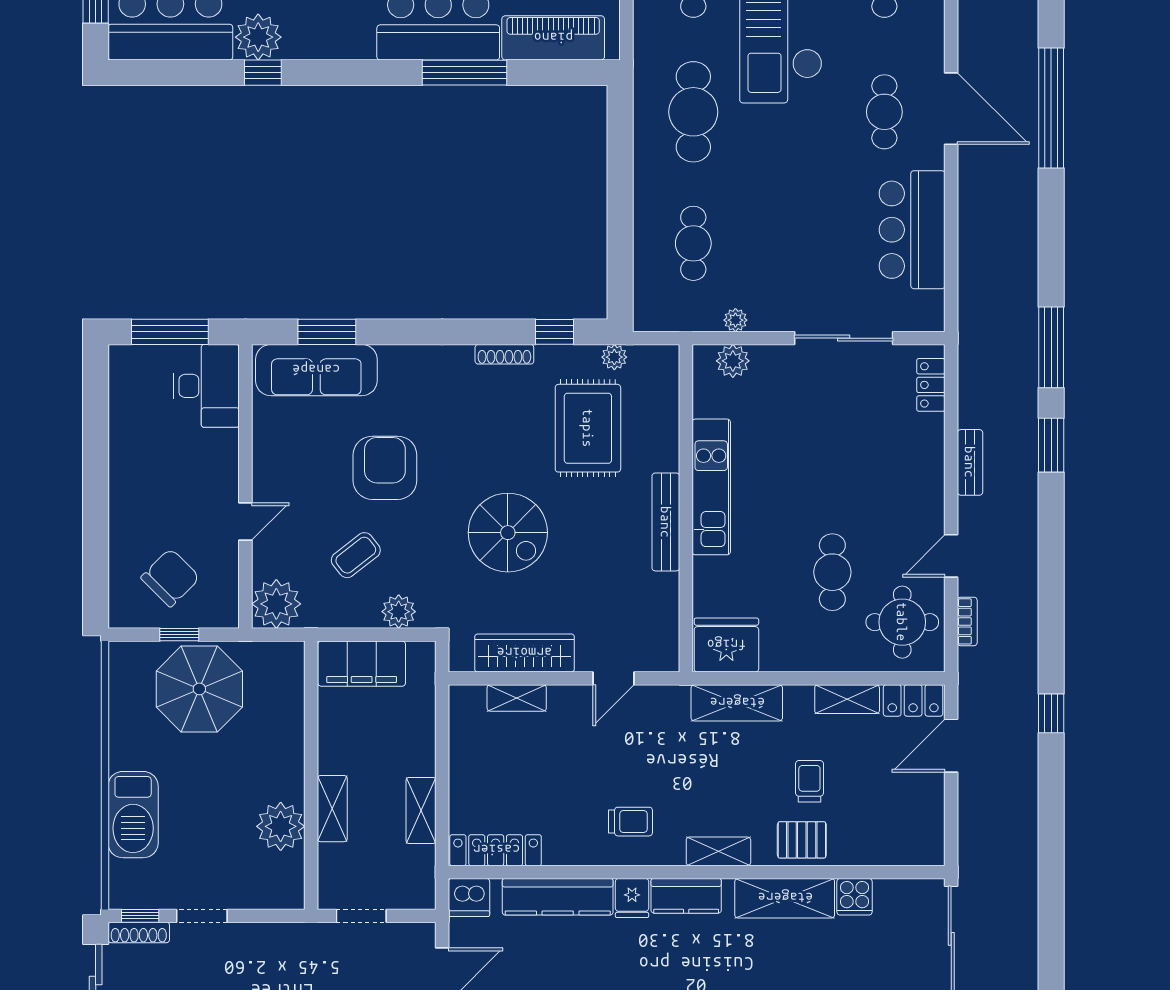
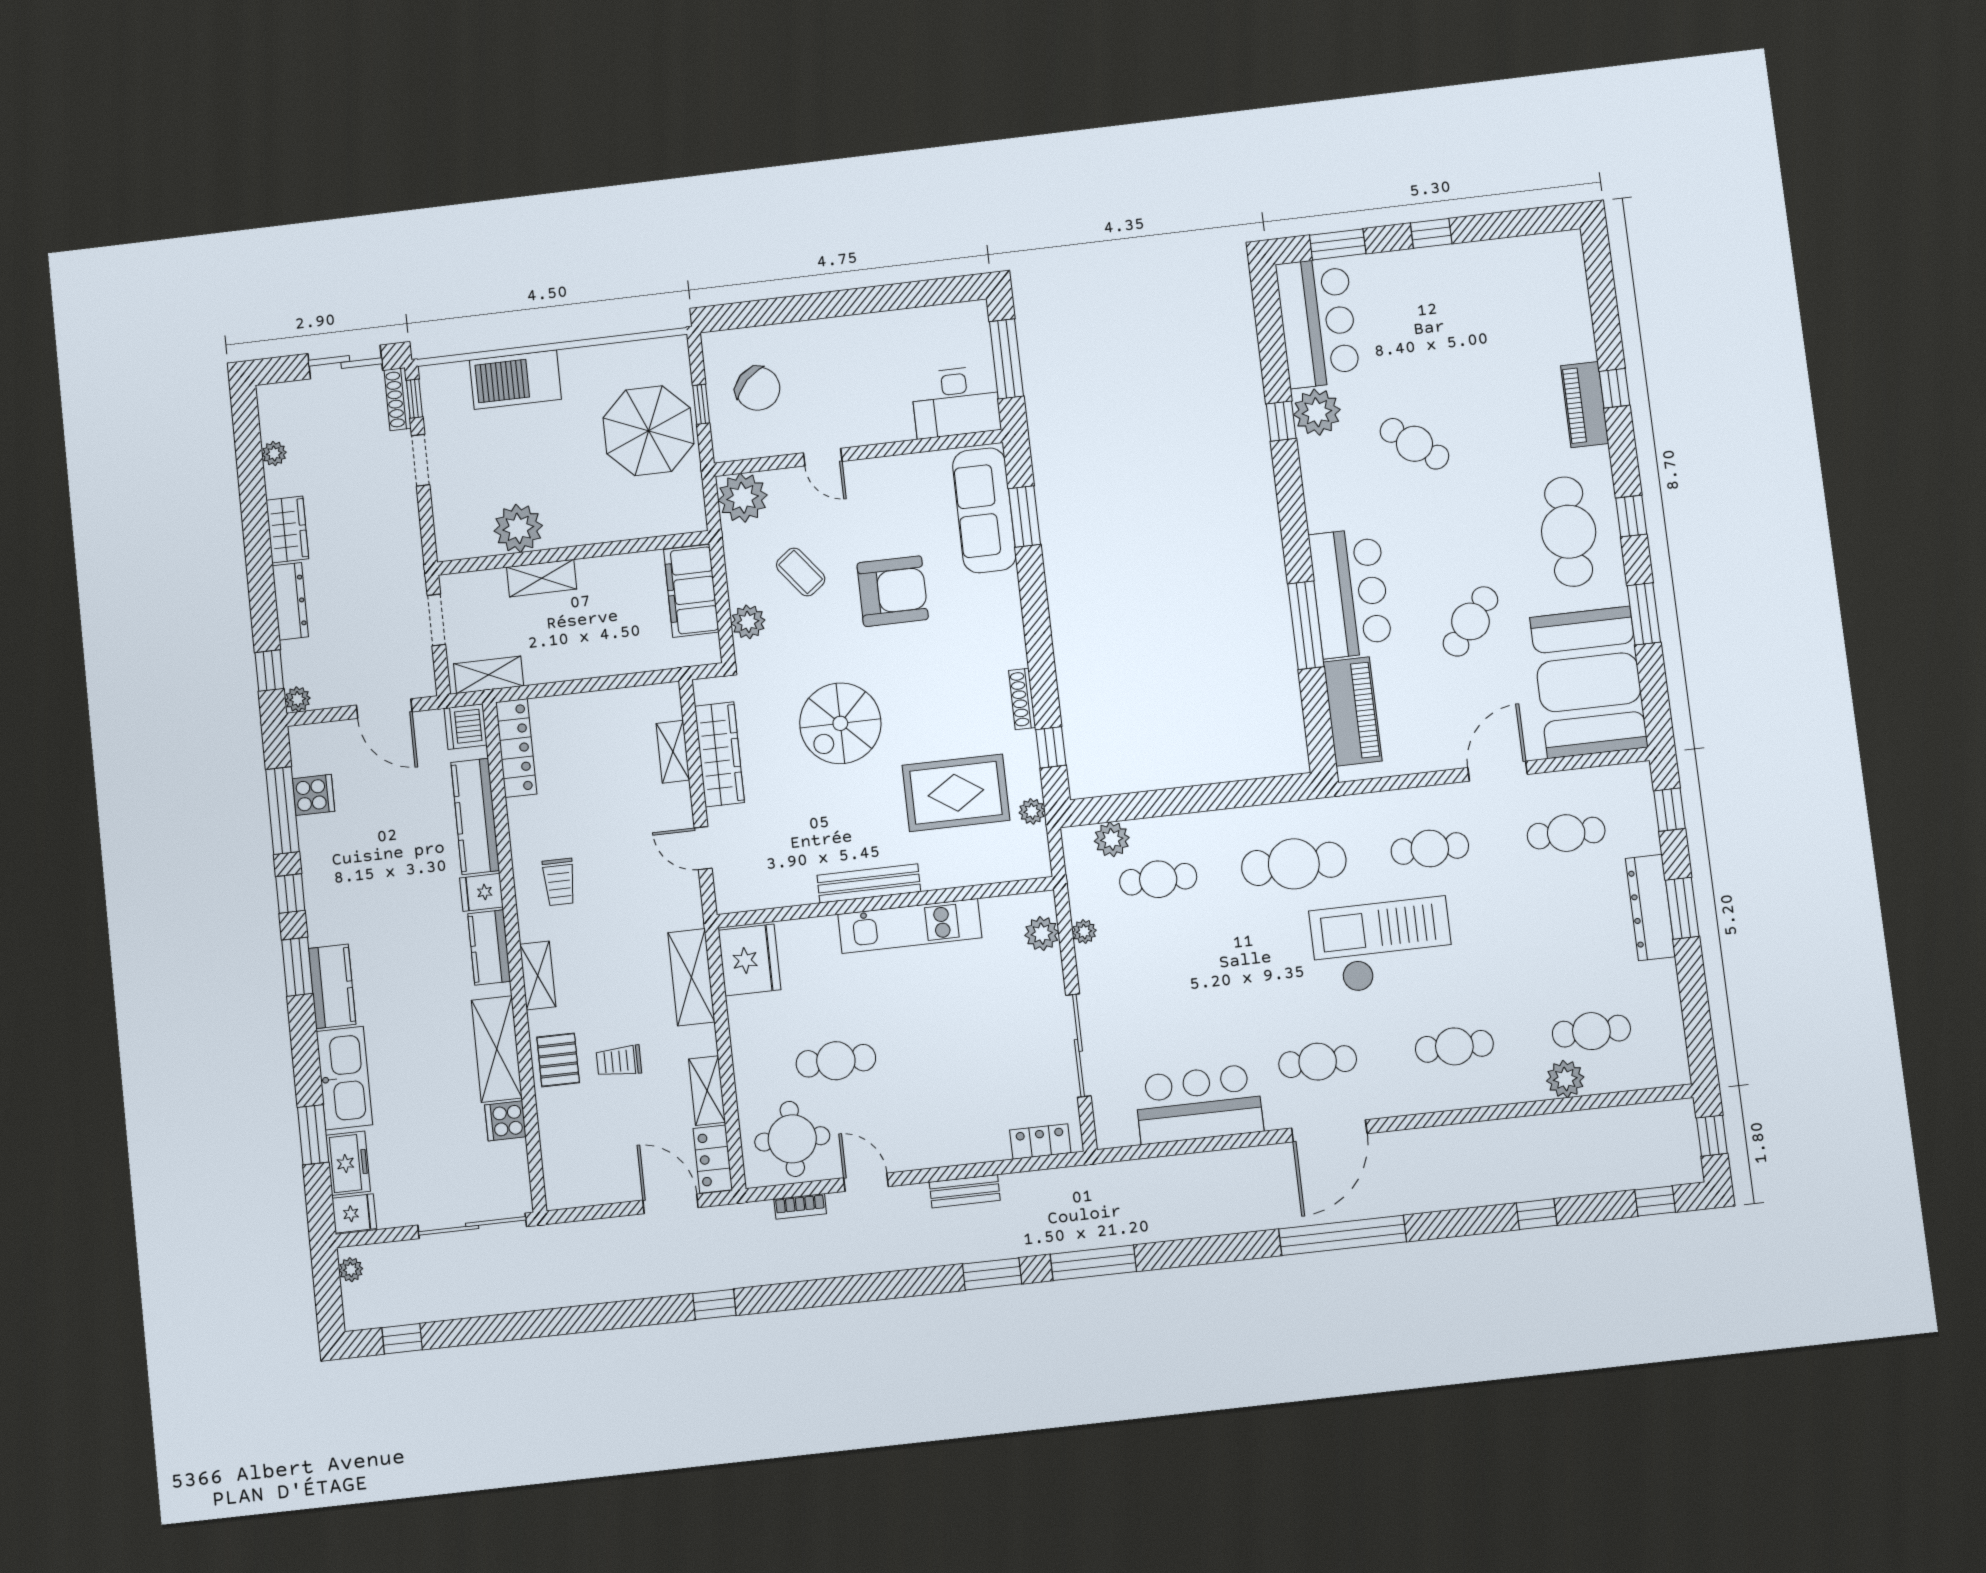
plant: (650, 283) -> (1112, 839), added
trolley: (809, 781) -> (619, 1061), turned 180
shelving: (421, 810) -> (489, 675), moved

